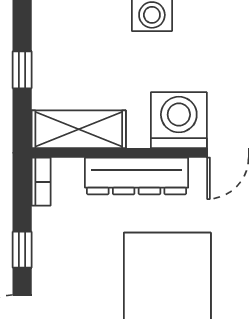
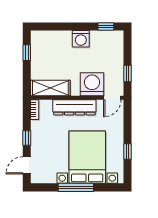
window: (22, 70) -> (27, 53), moved

